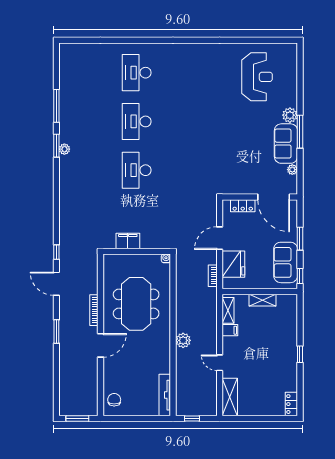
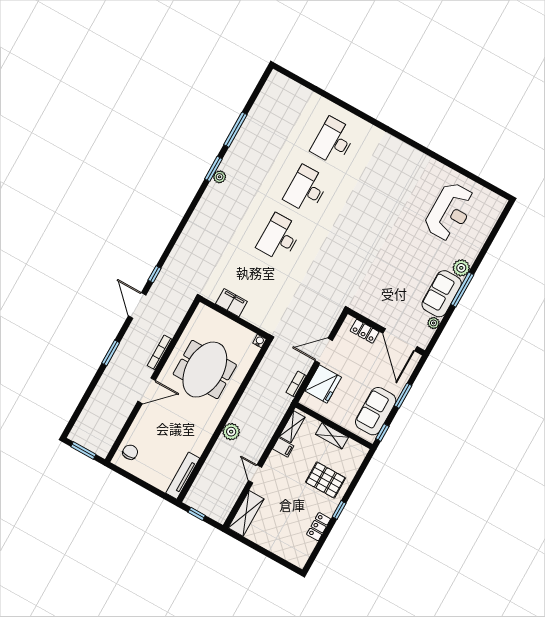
pallet: (277, 337) -> (325, 480), added
locker: (291, 404) -> (319, 527), moved

